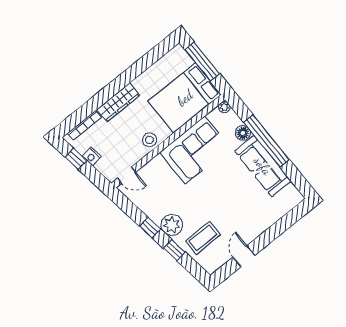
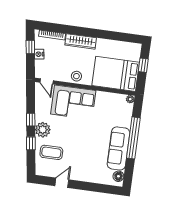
window: (202, 62) -> (143, 65), width x0.46
floor lamp: (243, 133) -> (118, 176), moved
corner sofa: (195, 150) -> (73, 102), moved

